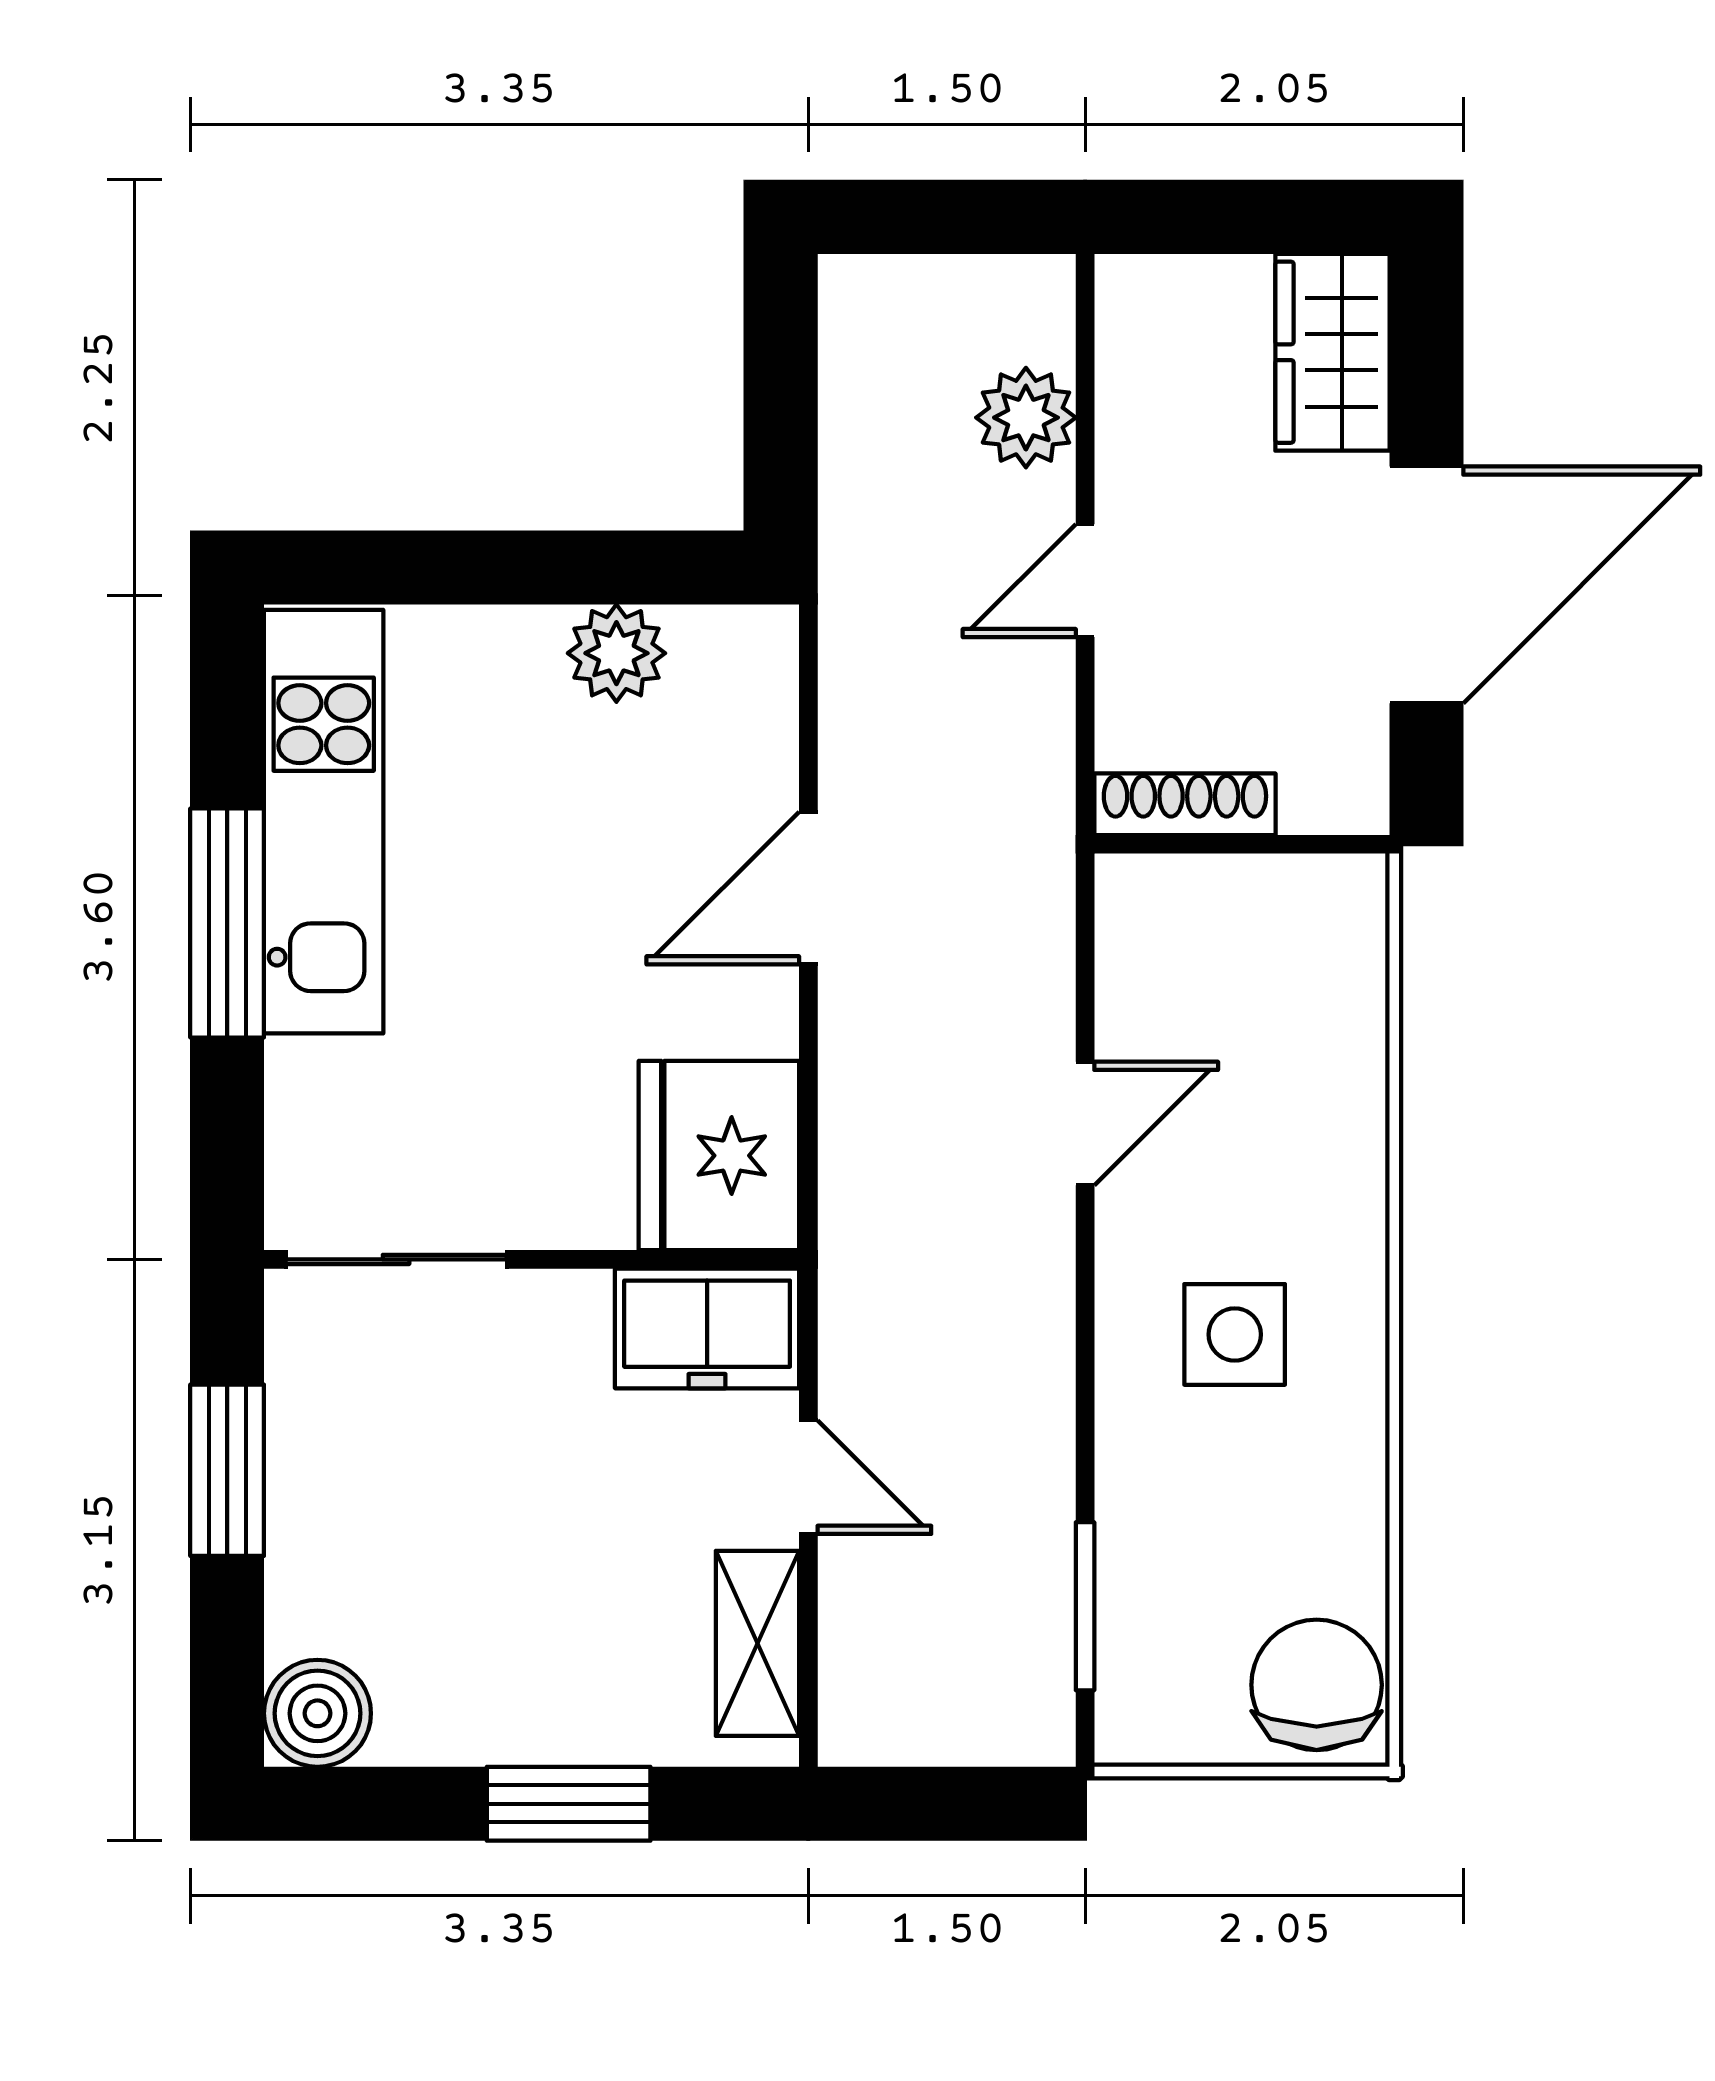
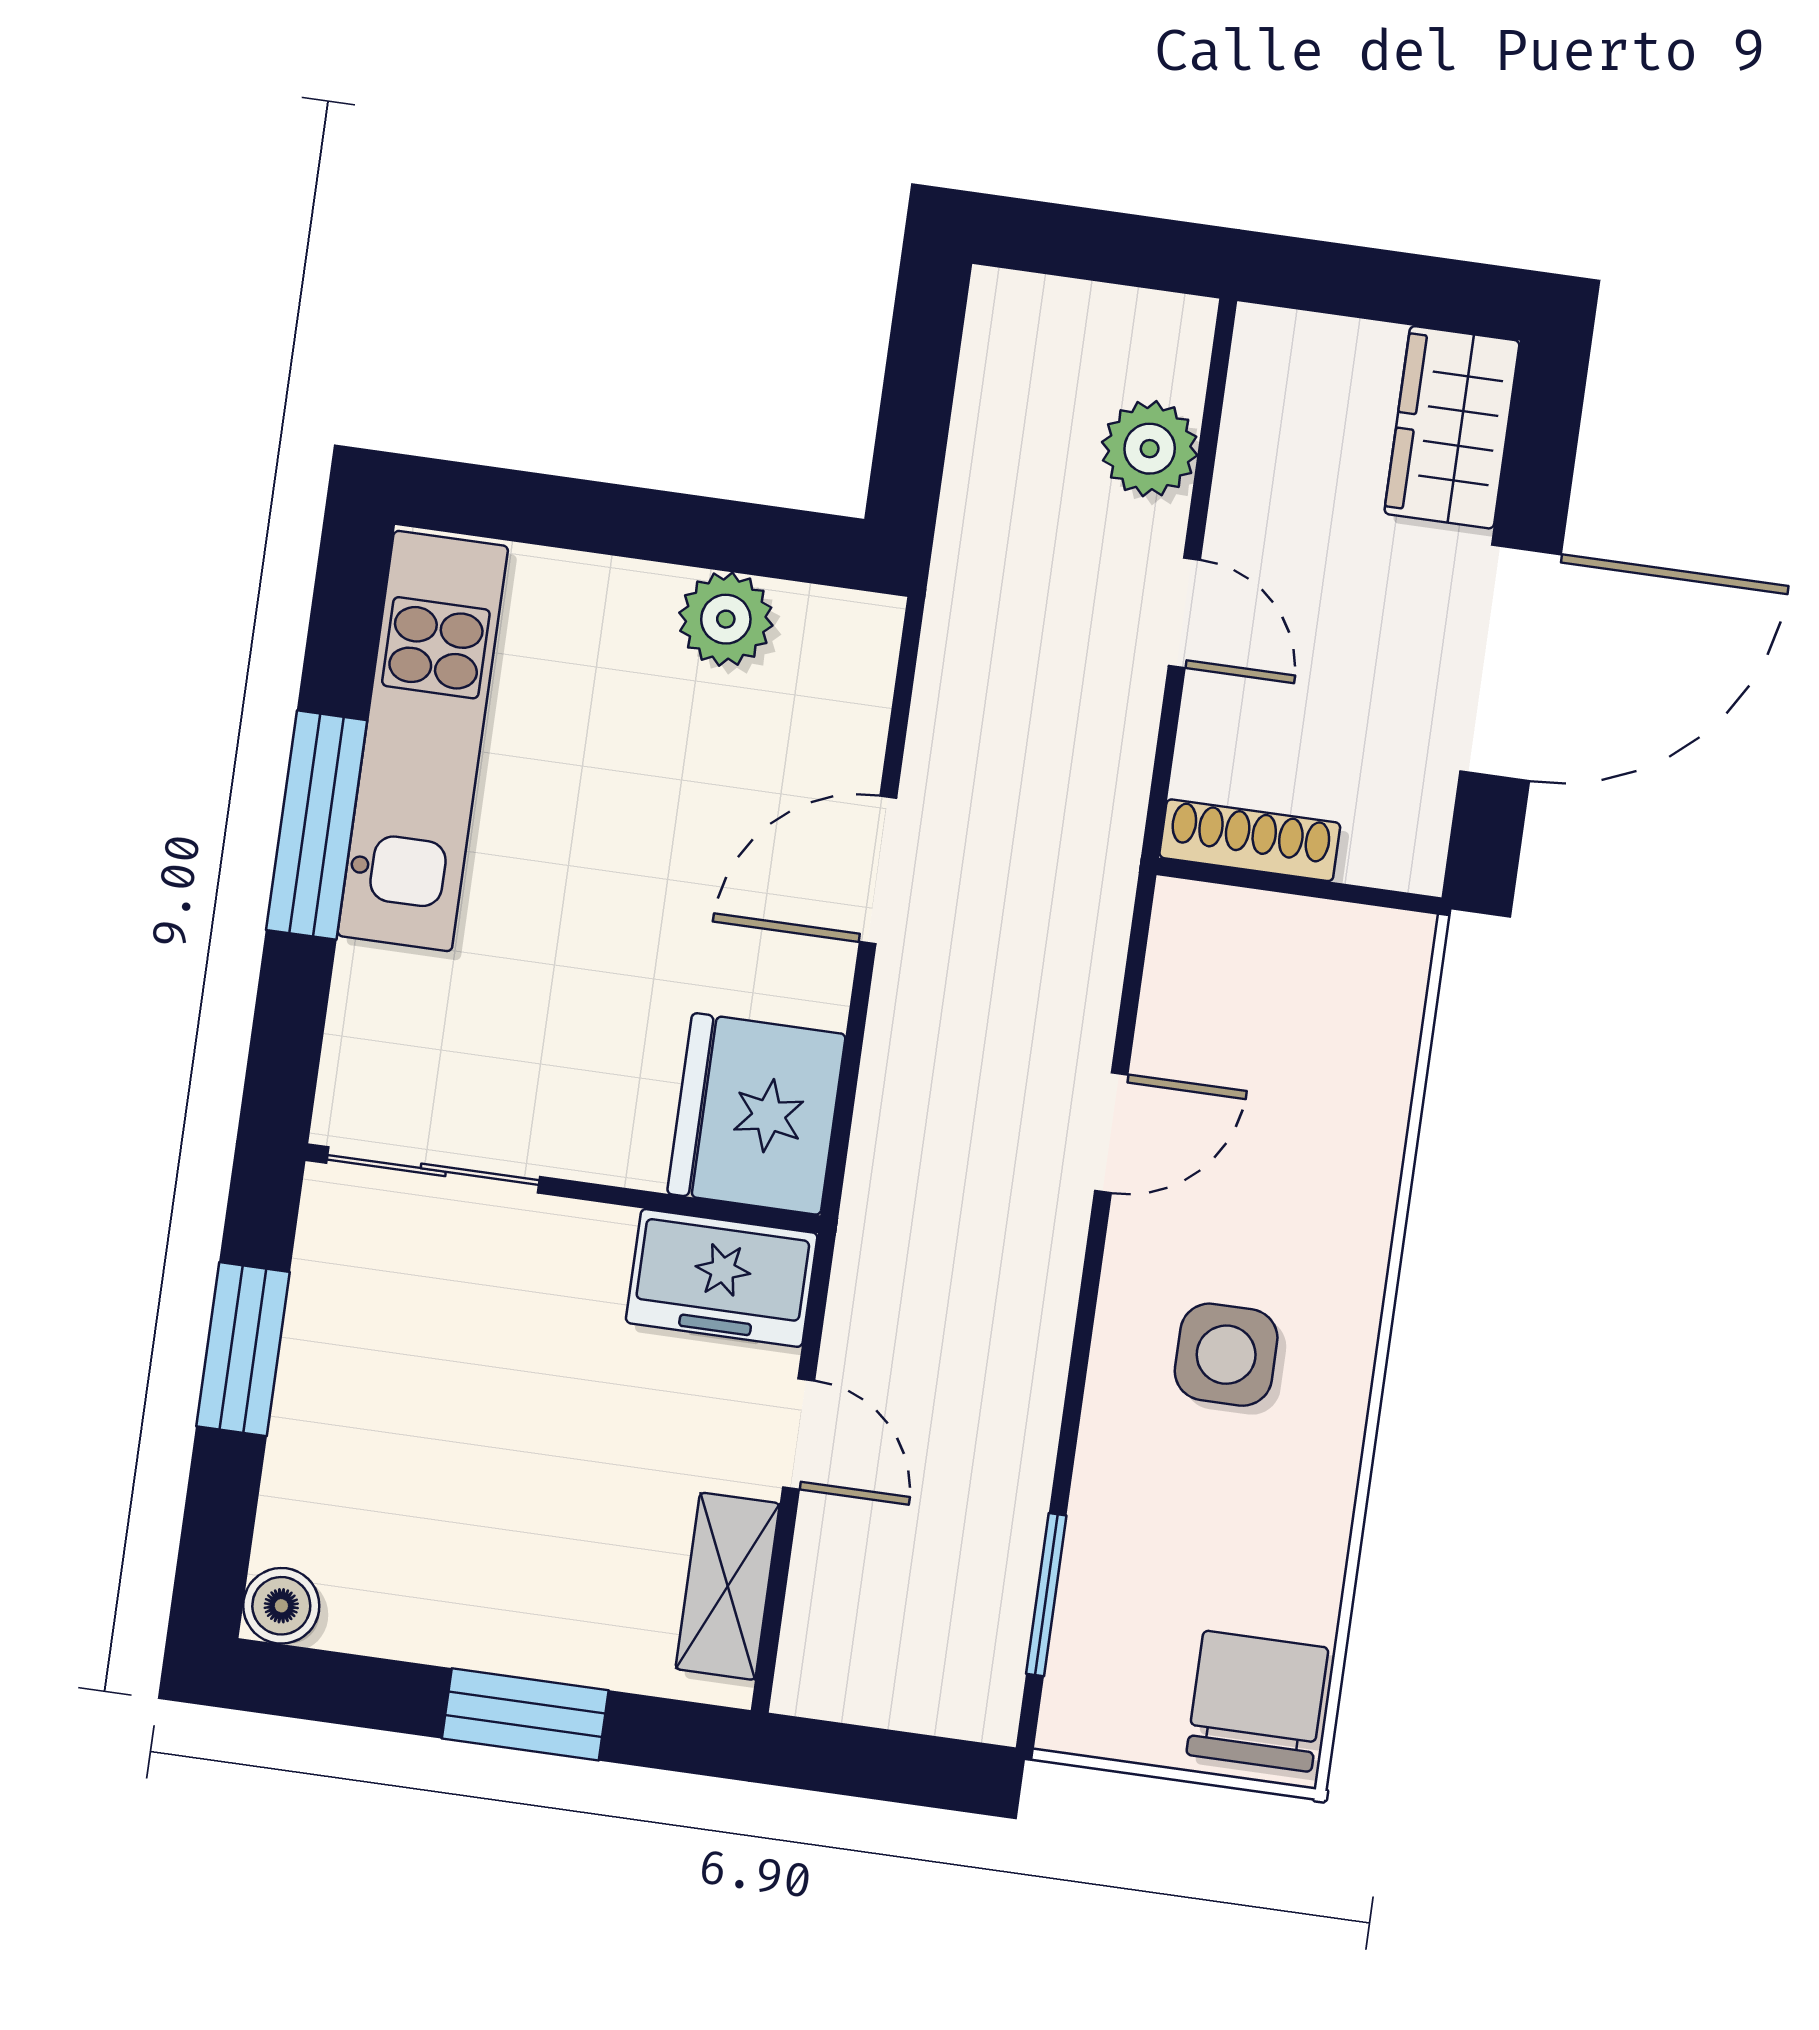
door: (1085, 581) -> (1184, 613), swing flipped
boiler: (317, 1713) -> (281, 1606), width x0.73, depth x0.73

